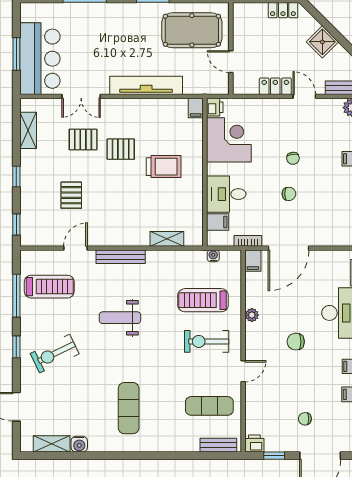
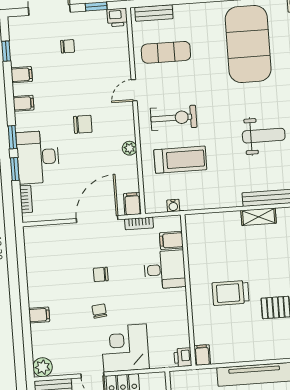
corner desk: (229, 140) -> (125, 348), moved, turned 90
shelving: (167, 239) -> (259, 217), moved
exercise mat: (129, 408) -> (248, 44), width x2.00, depth x1.45

